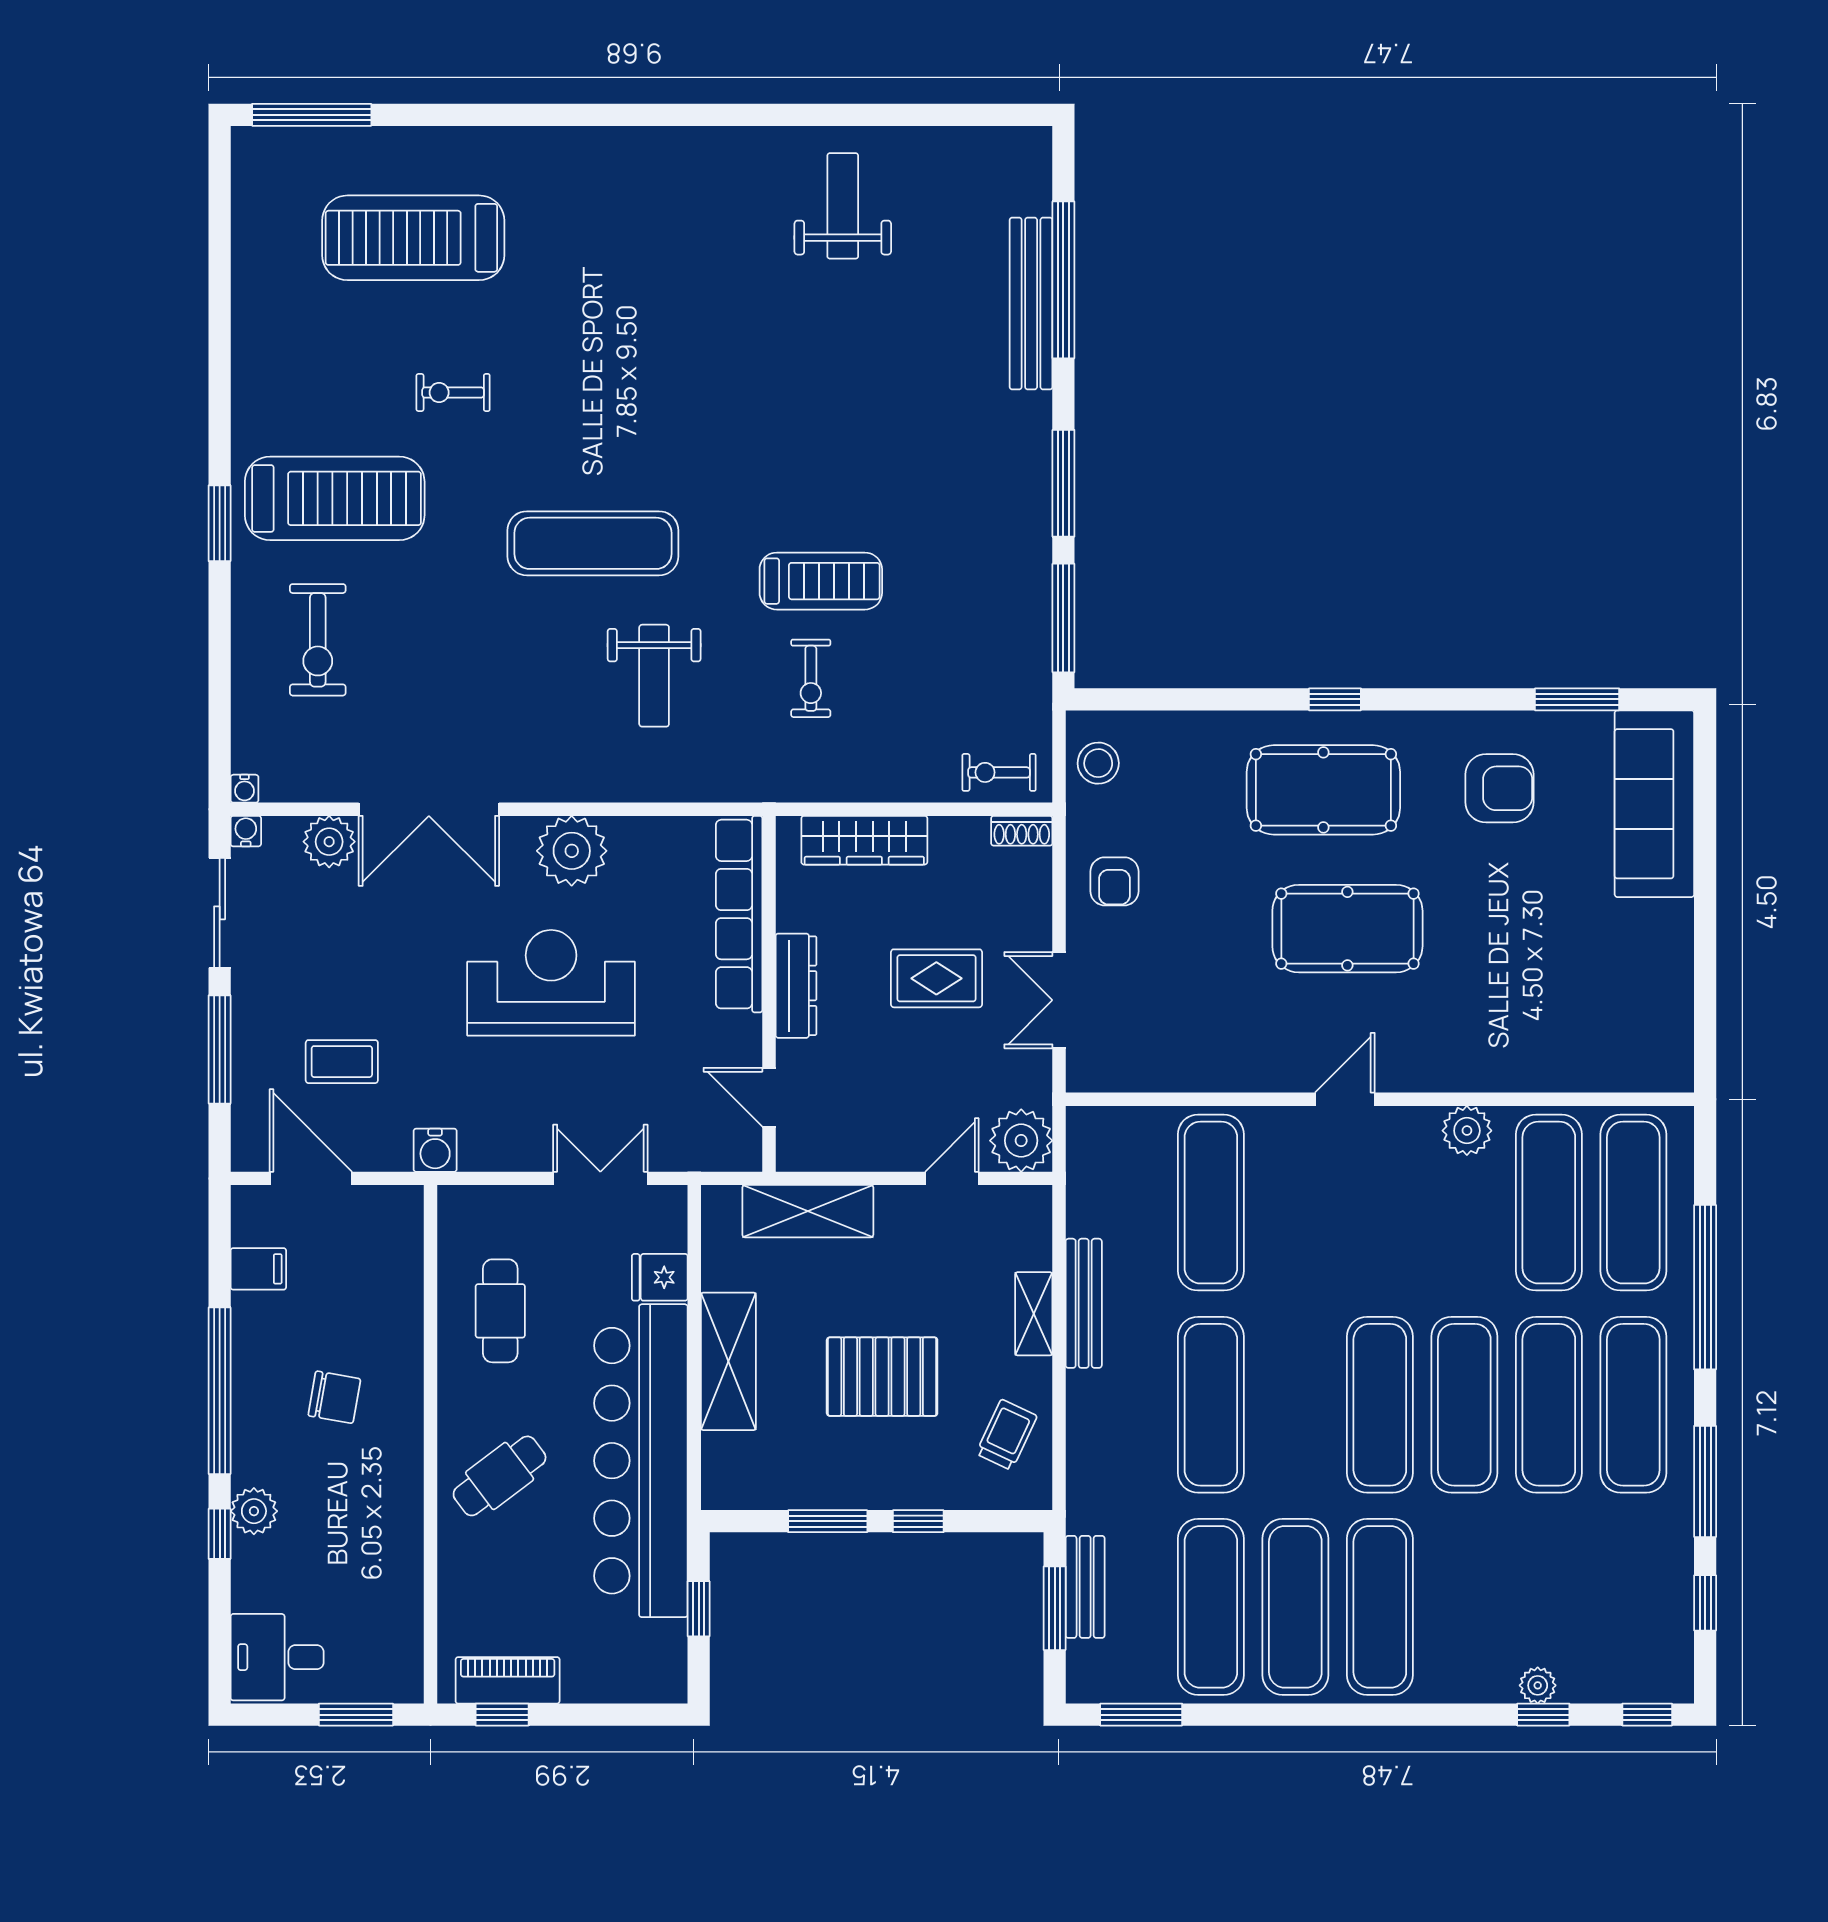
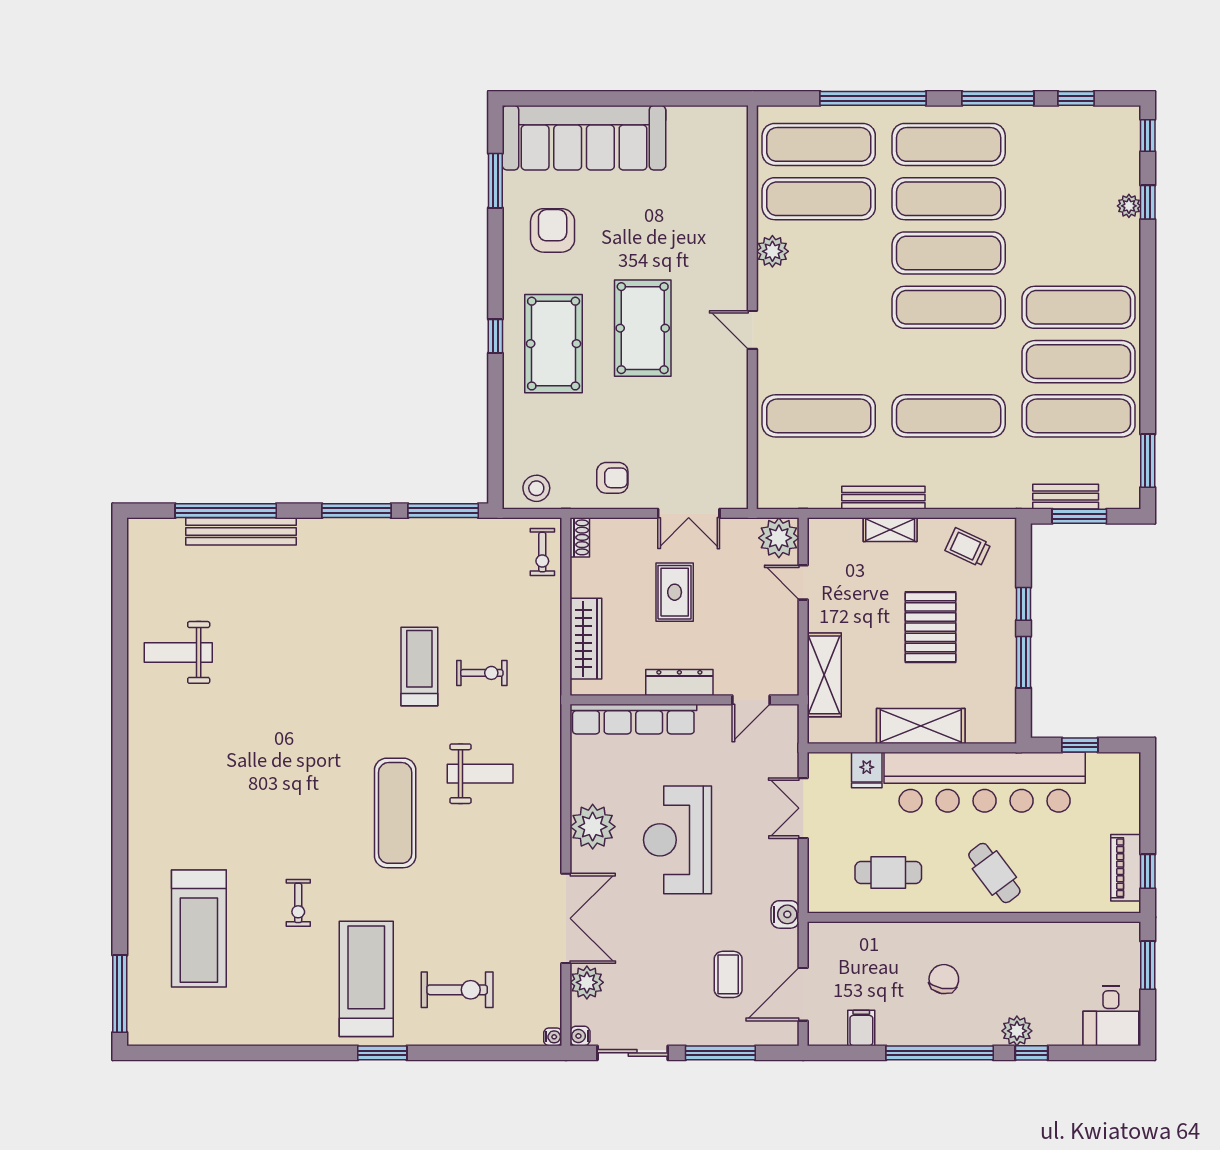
sofa: (1654, 804) -> (584, 138), width x1.36, depth x1.27

